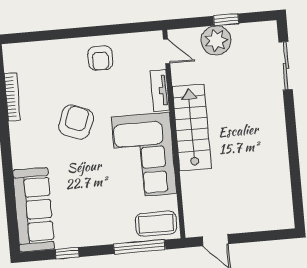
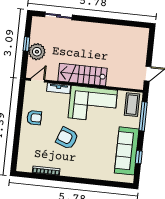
sofa: (34, 210) -> (127, 151), moved, turned -90

